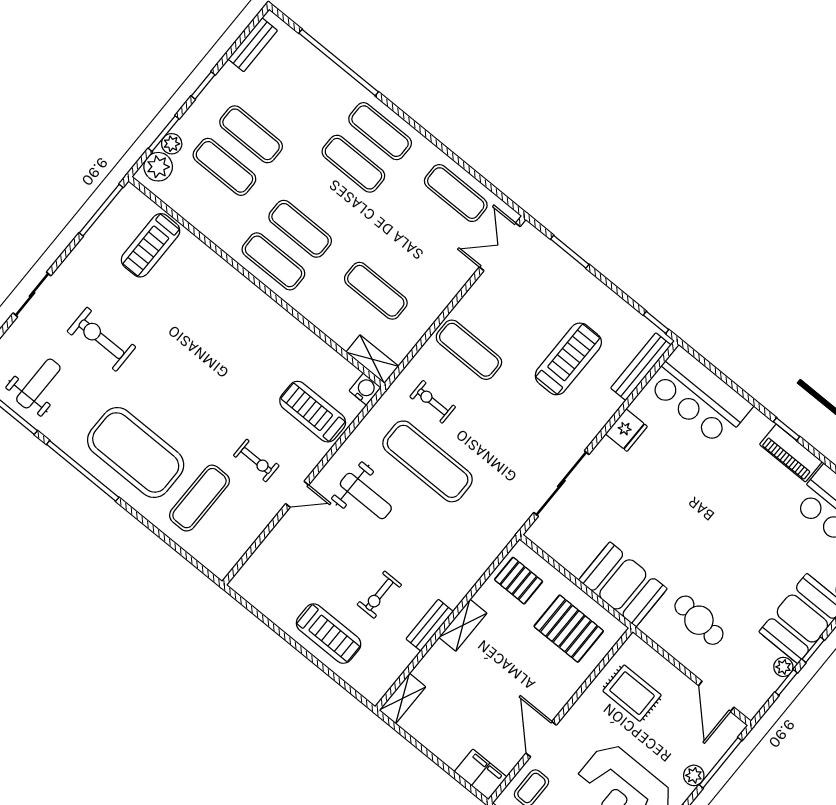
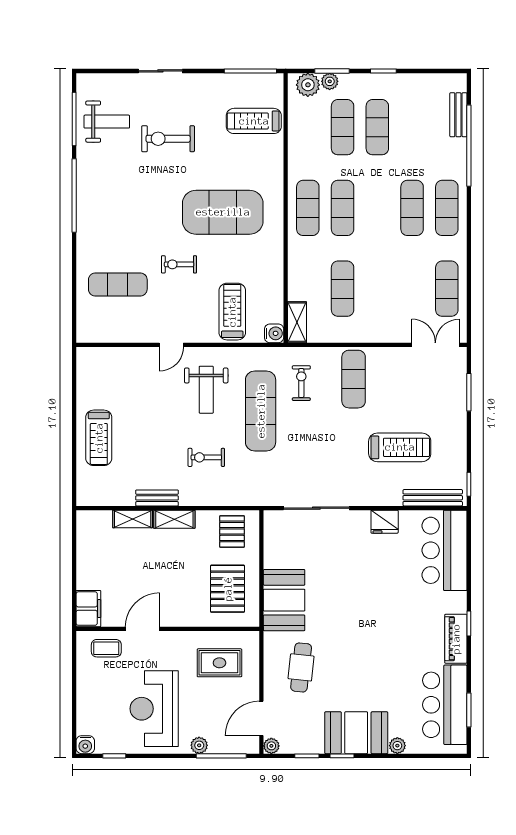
bench: (253, 45) -> (458, 115), moved, turned 90
exercise bike: (101, 339) -> (168, 139), turned -90
exercise mat: (136, 452) -> (223, 212), moved, turned 90
exercise bike: (256, 461) -> (179, 264), moved, turned 90
door: (297, 494) -> (171, 345), hinge flipped
exercise bike: (379, 595) -> (206, 457), moved
plant: (783, 667) -> (271, 746), moved
rug: (632, 693) -> (219, 663), turned 90
shelving: (402, 698) -> (133, 519), moved

